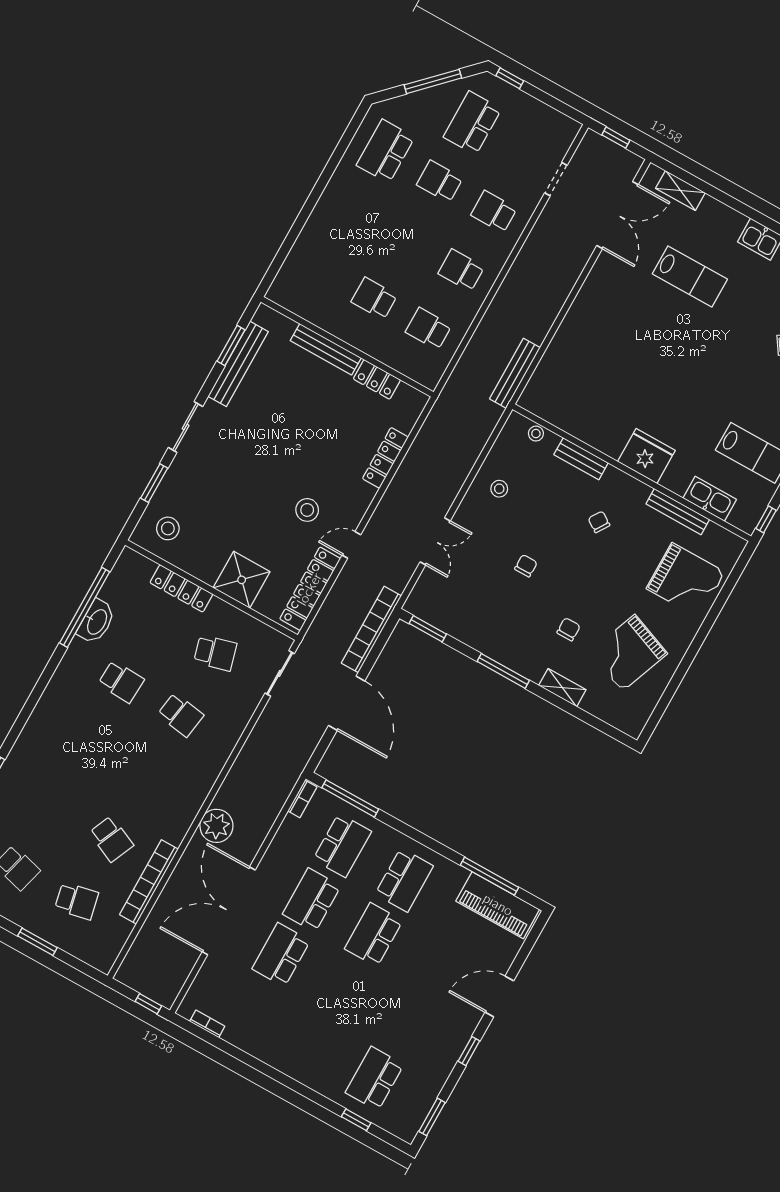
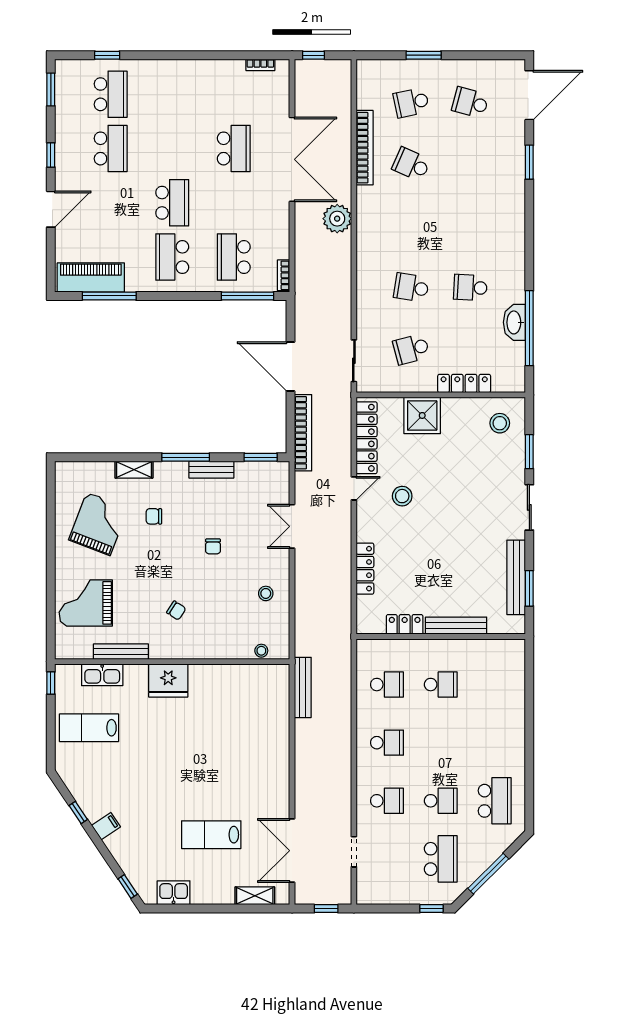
bench: (581, 459) -> (211, 470), moved
chair: (569, 629) -> (154, 516), turned 90
school desk: (312, 900) -> (111, 148), moved

